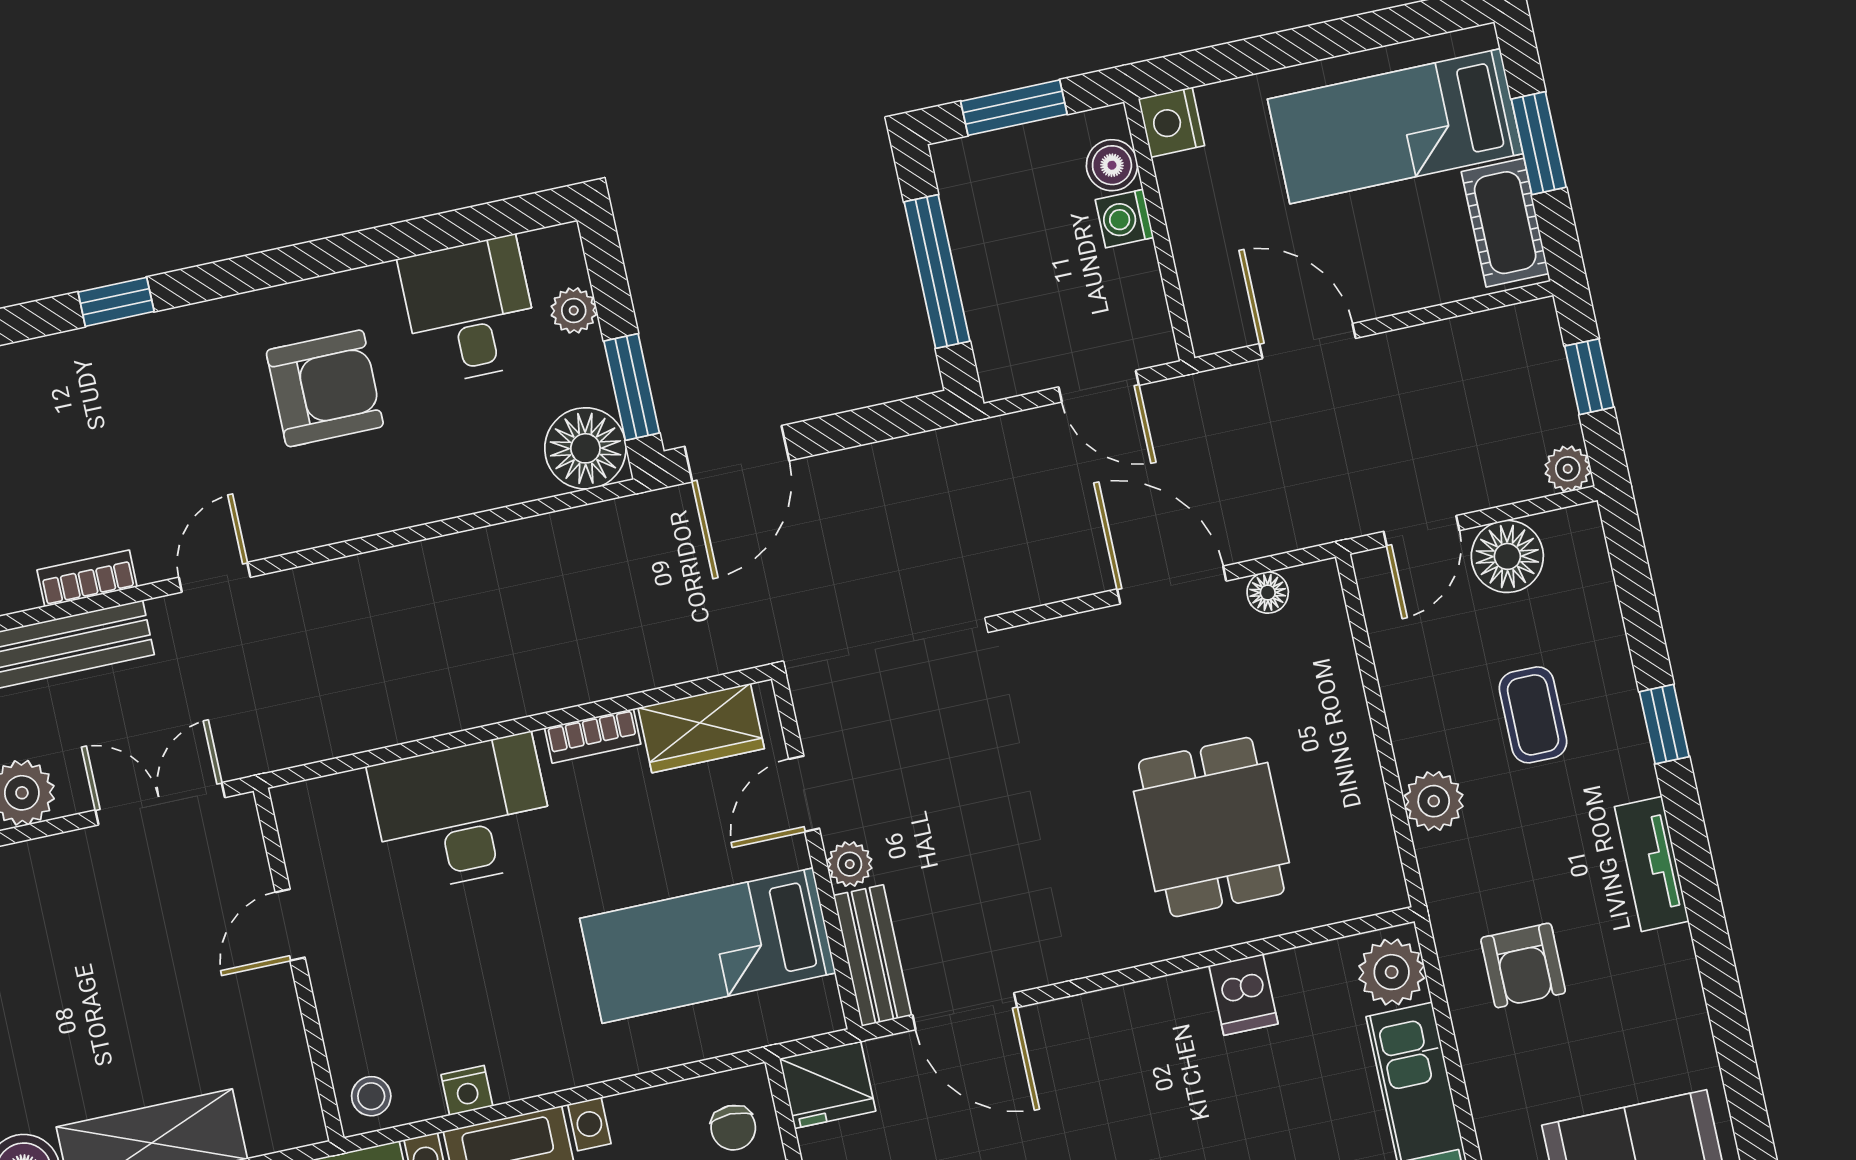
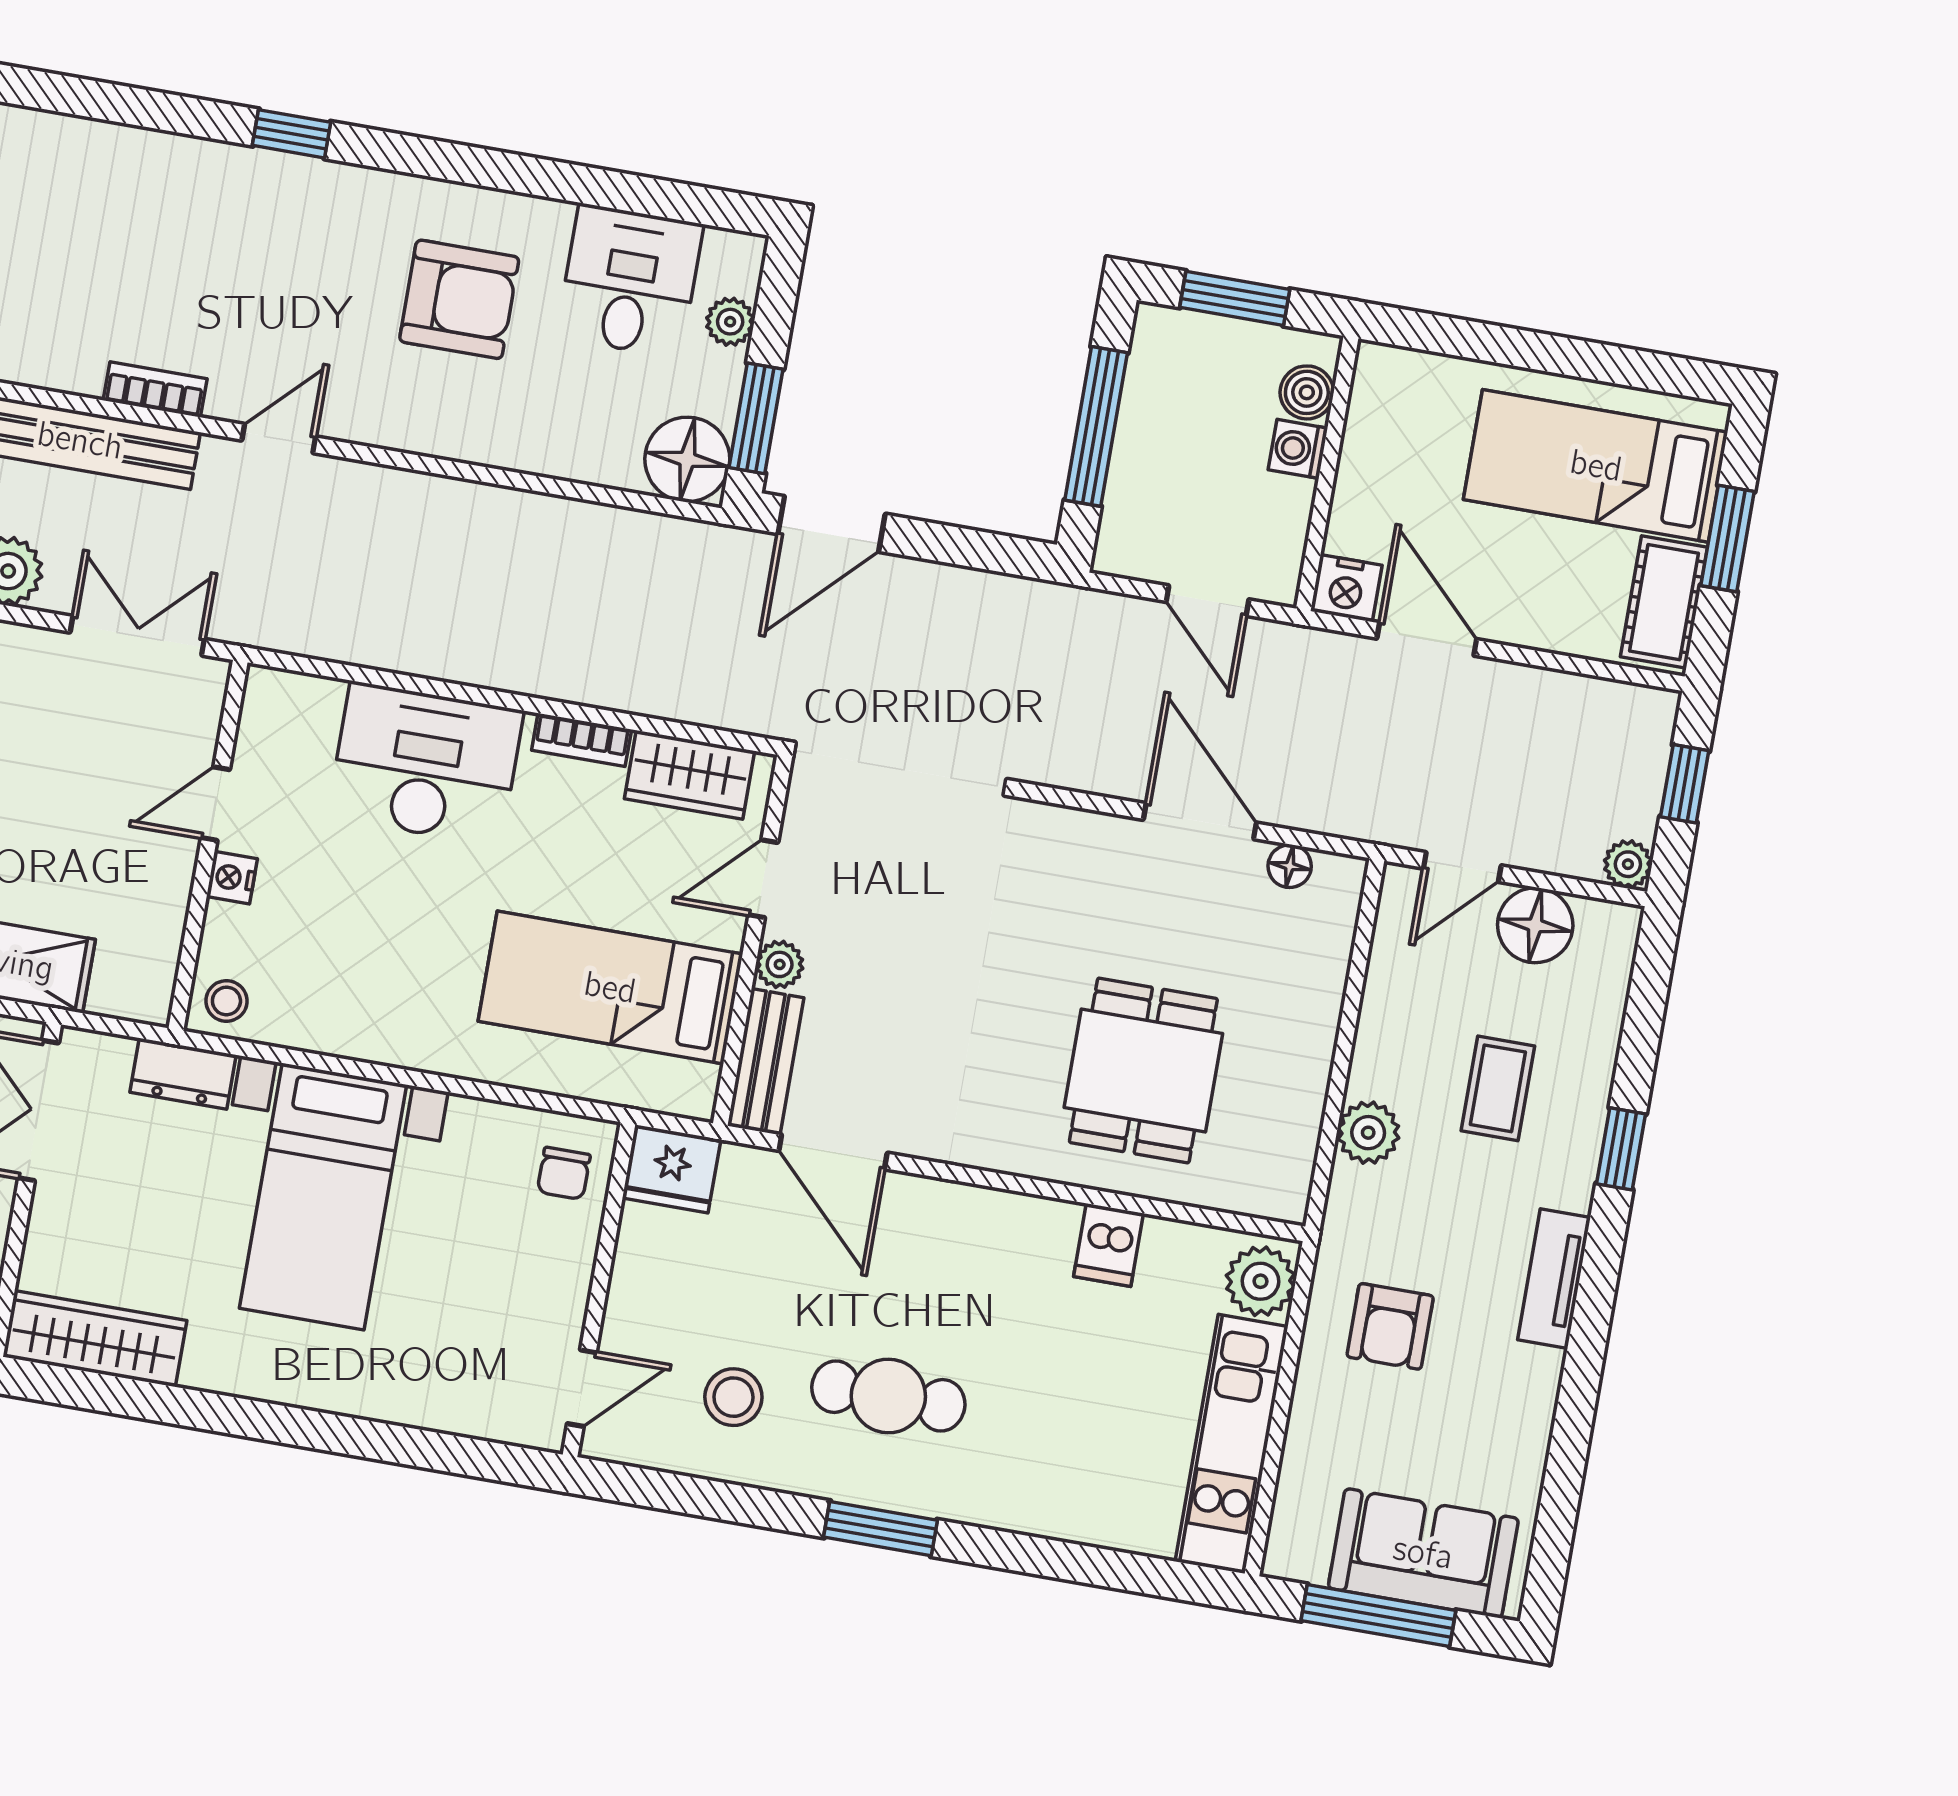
nightstand: (1171, 122) -> (1346, 588), moved, turned -90
nightstand: (467, 1090) -> (232, 878), moved, turned 90

